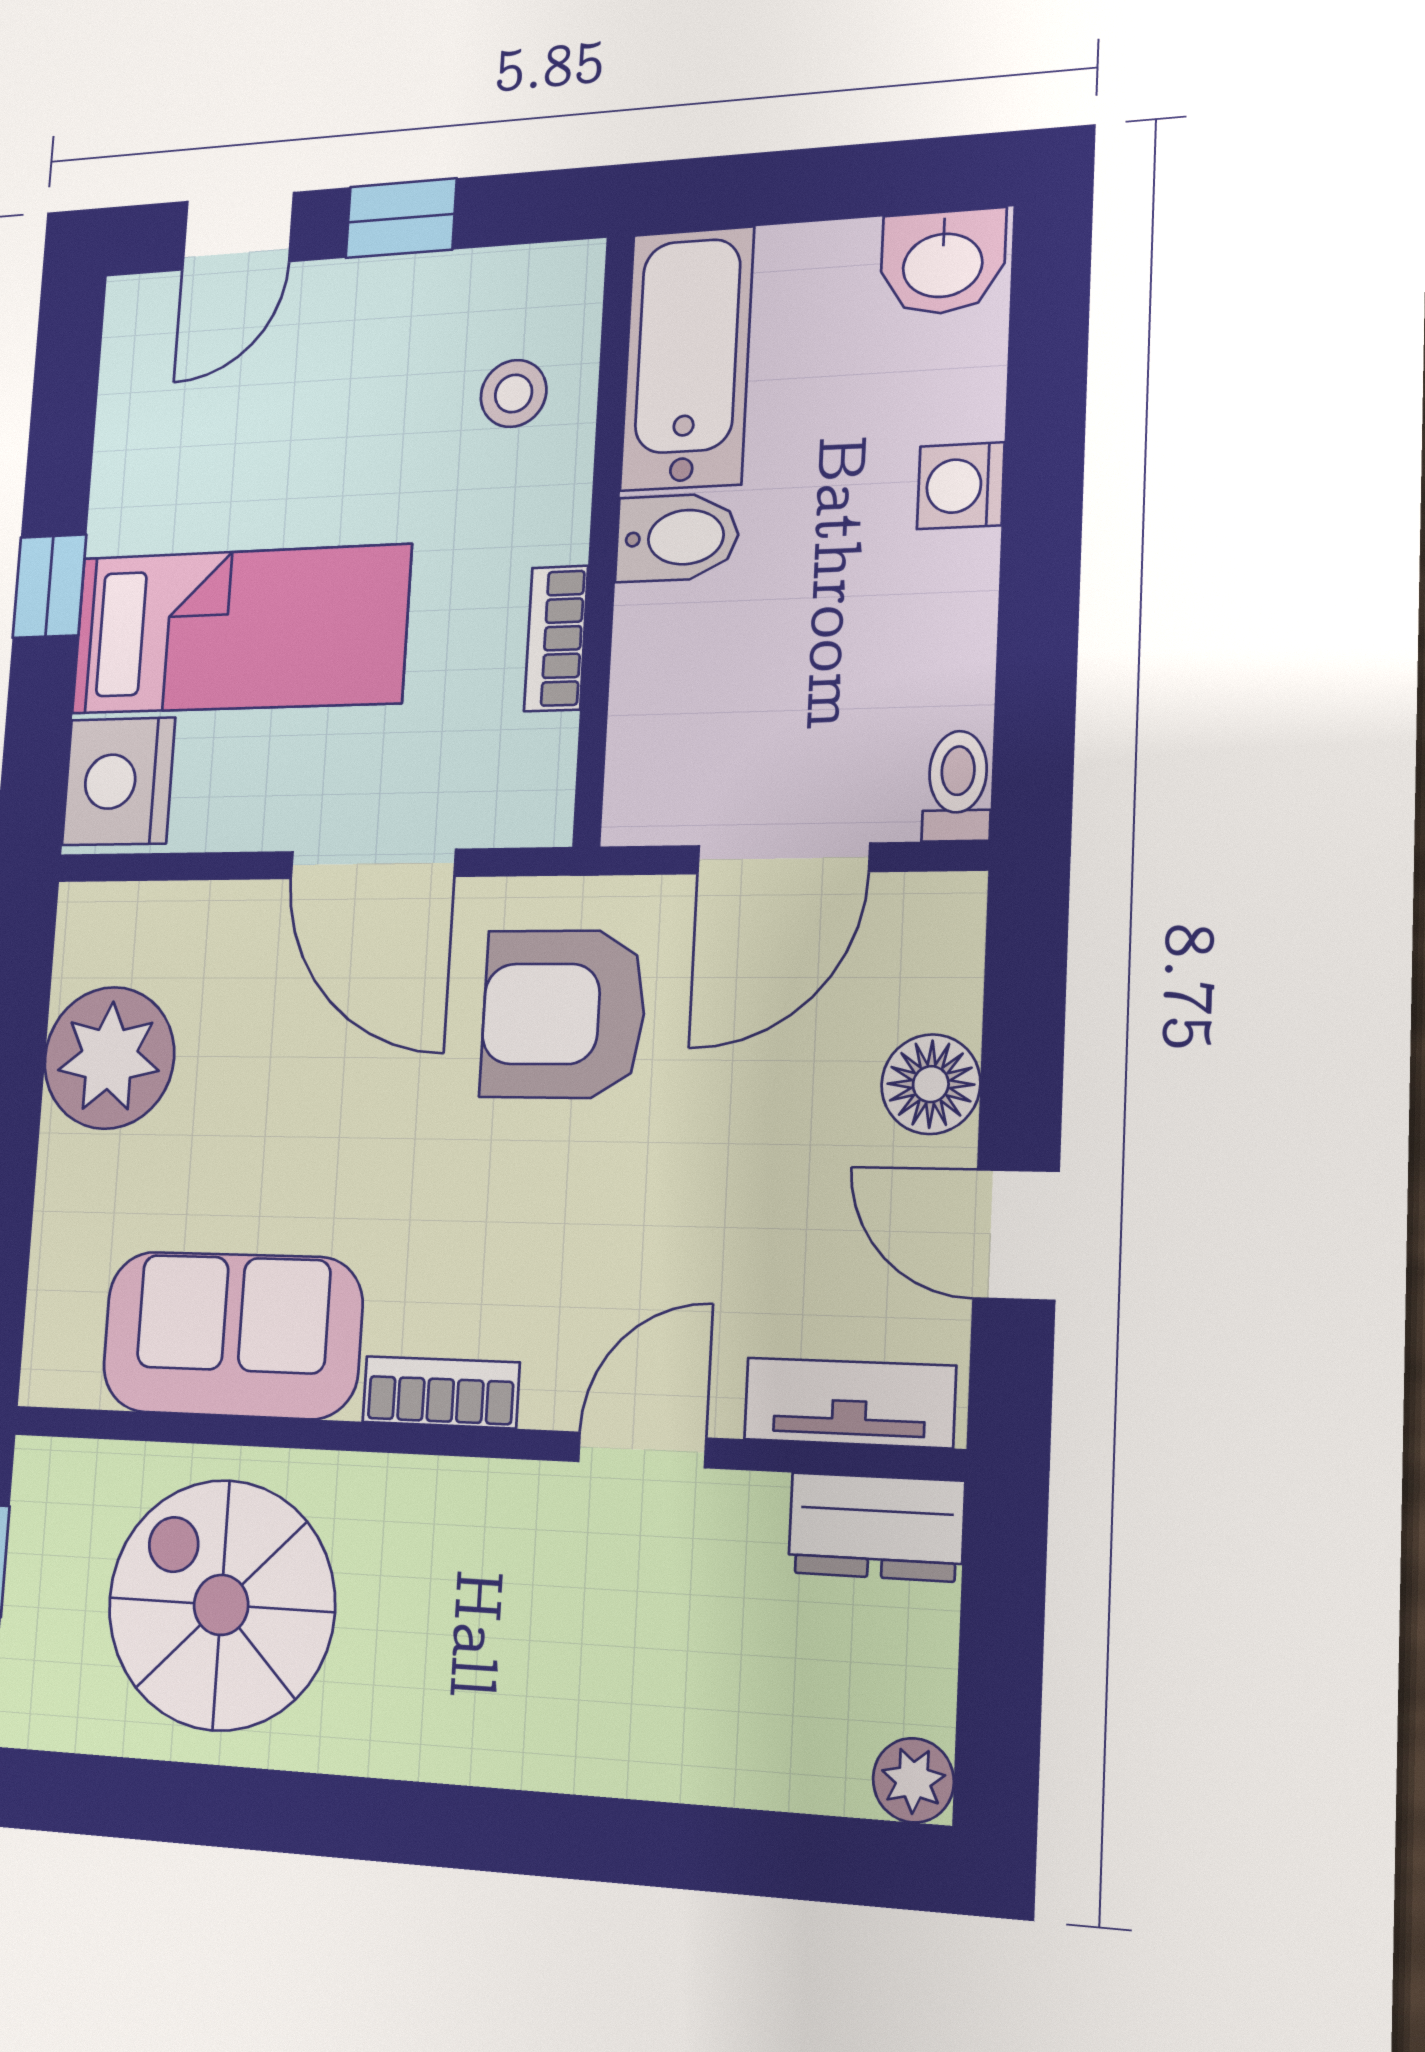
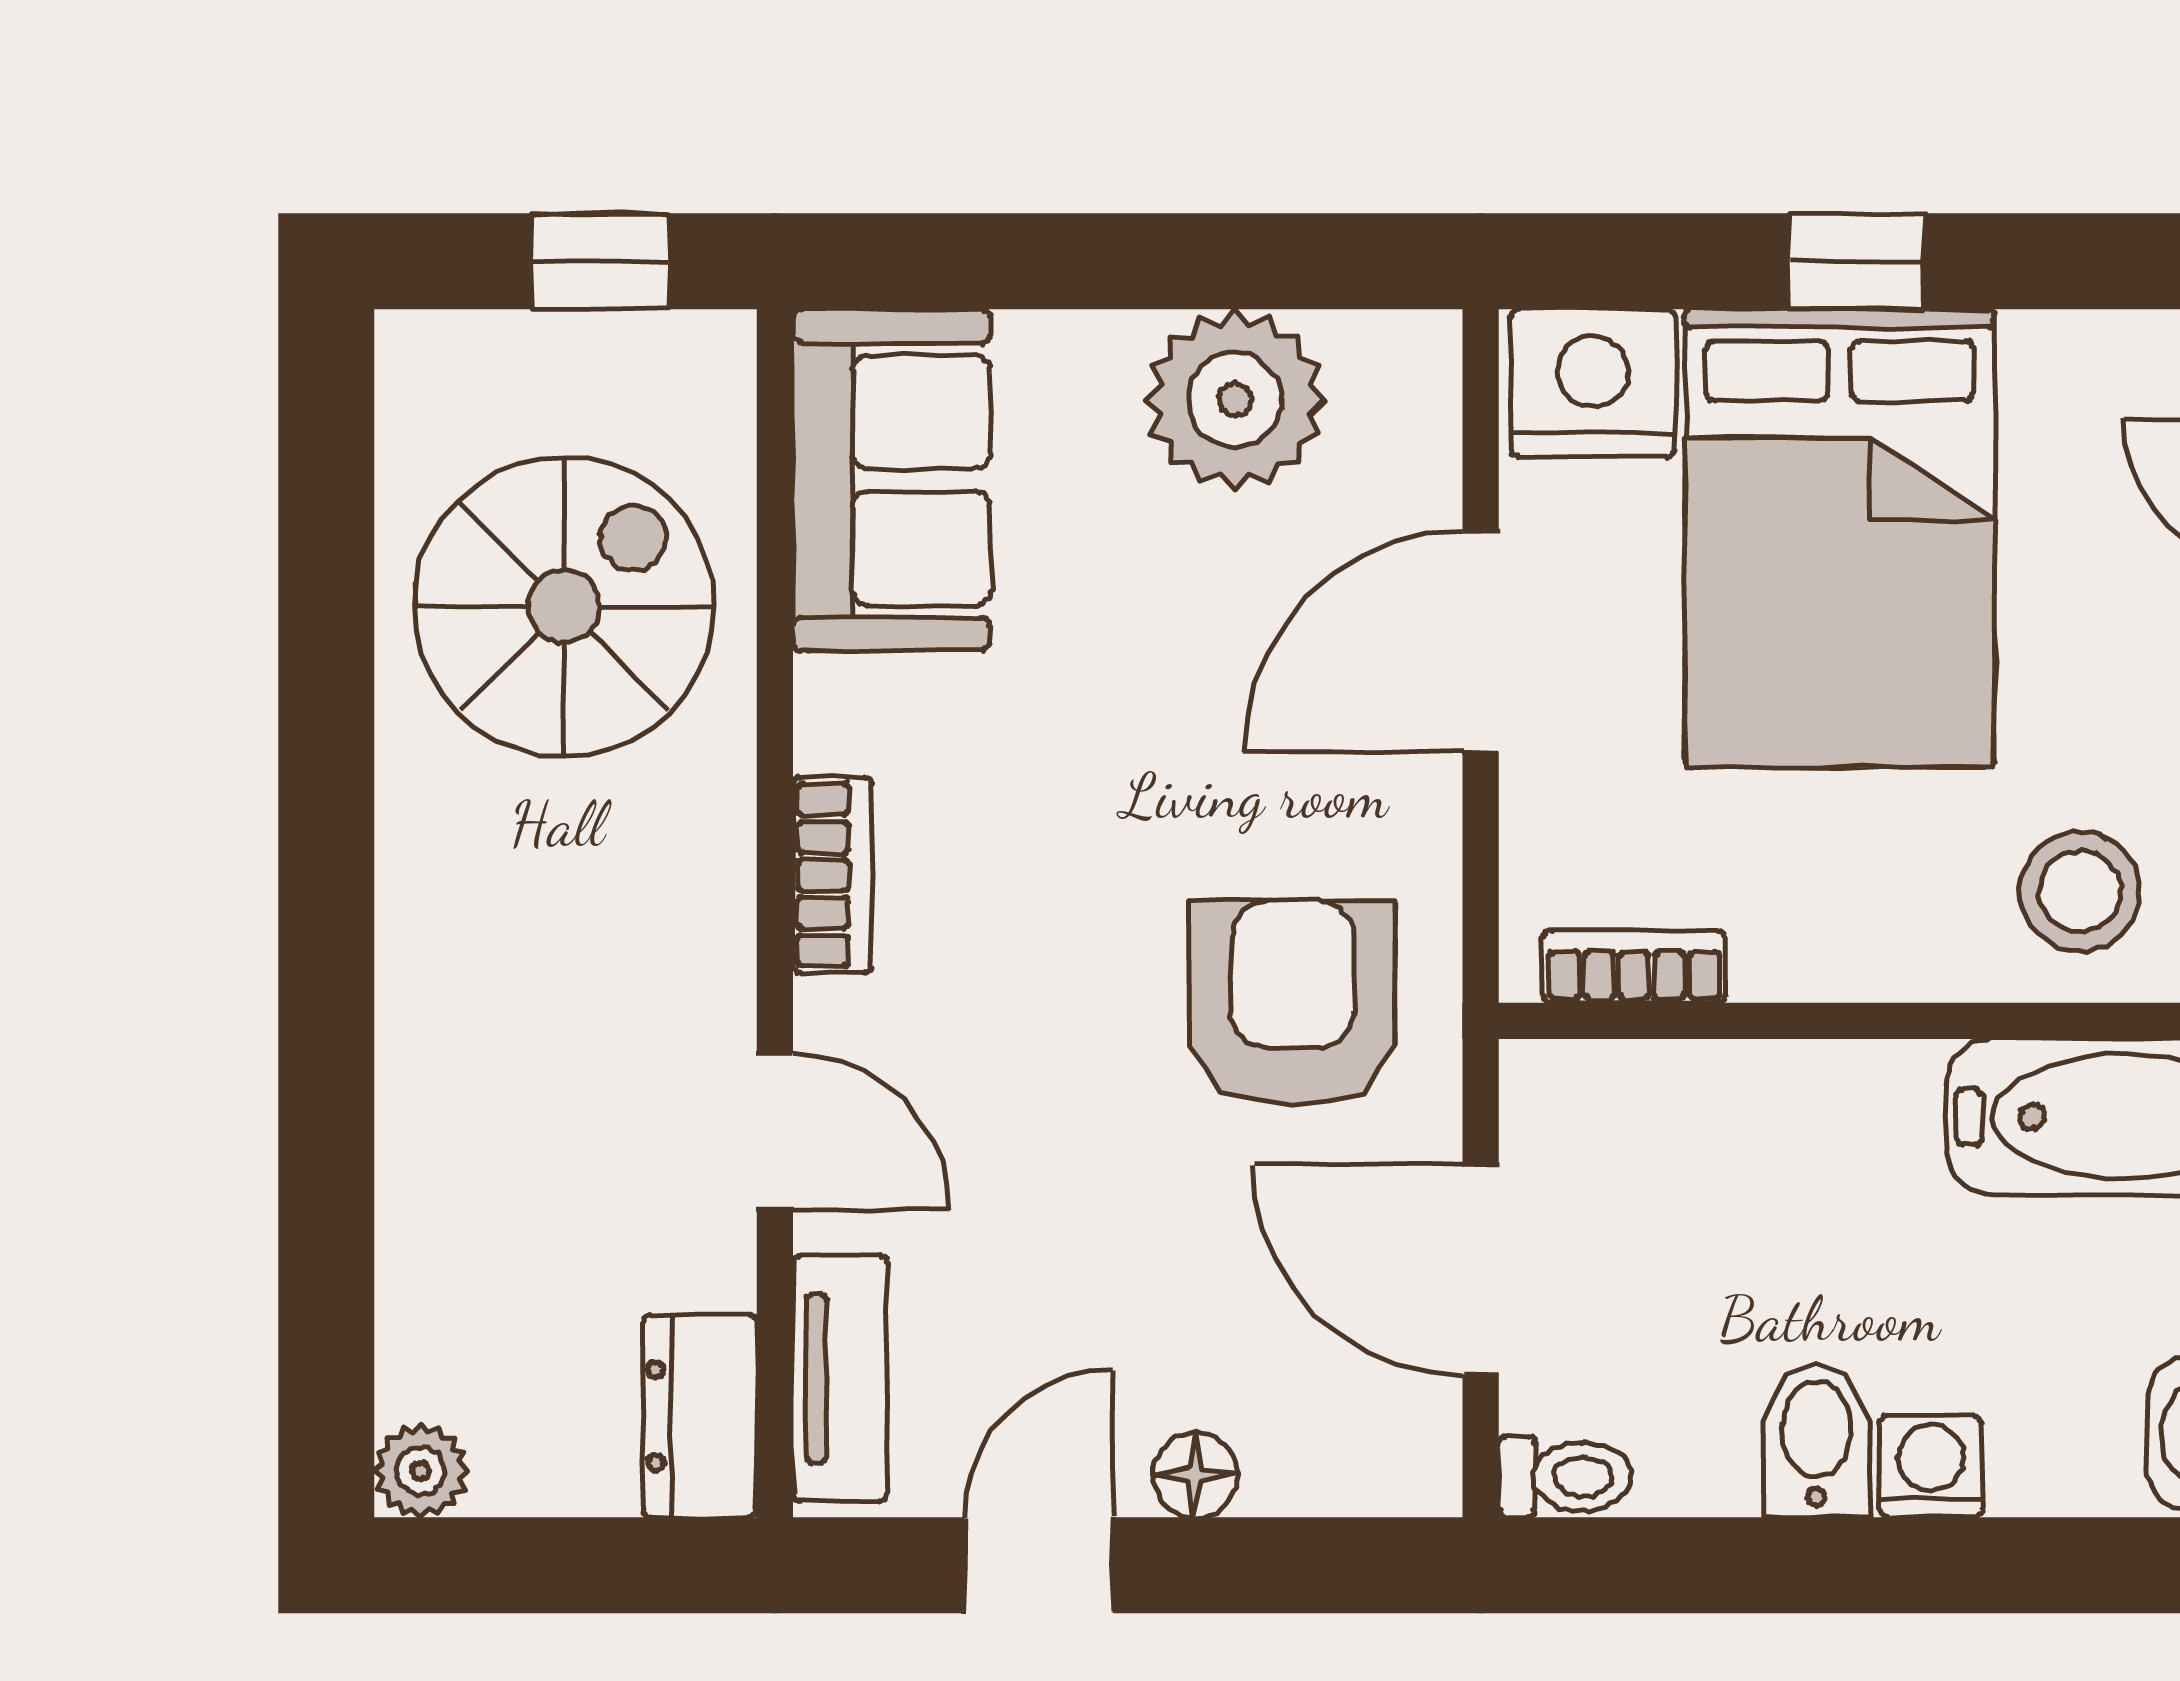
stool: (514, 393) -> (2080, 891), width x1.37, depth x1.37
bidet: (677, 538) -> (1817, 1440), moved, turned 180
bed: (240, 630) -> (1839, 538), width x1.50
bookcase: (556, 638) -> (1634, 966), moved
door: (373, 864) -> (1481, 642), moved
floor lamp: (931, 1084) -> (1195, 1475), width x0.73, depth x0.73
sofa: (232, 1335) -> (892, 480), moved

